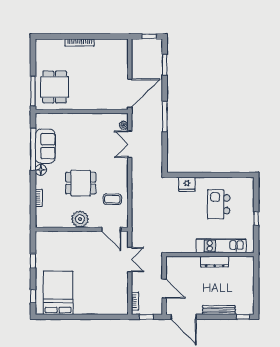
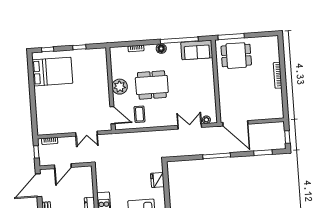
sofa: (45, 146) -> (197, 50), moved
dining table: (81, 183) -> (152, 85), width x1.38
door: (111, 229) -> (112, 115), swing flipped

